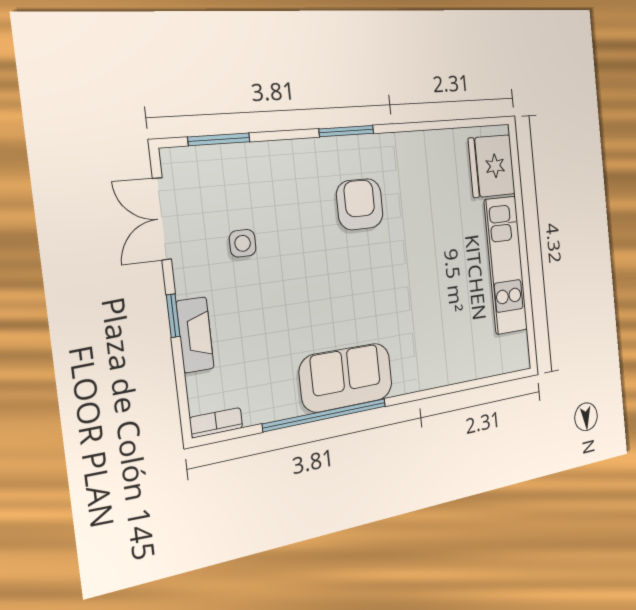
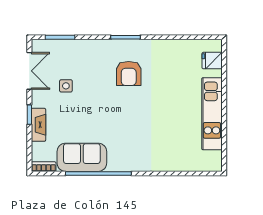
fridge: (492, 166) -> (212, 61), width x0.53, depth x0.75
armchair: (360, 204) -> (129, 73), turned 180
double door: (162, 219) -> (29, 71), swing flipped
sofa: (346, 378) -> (82, 157), moved

